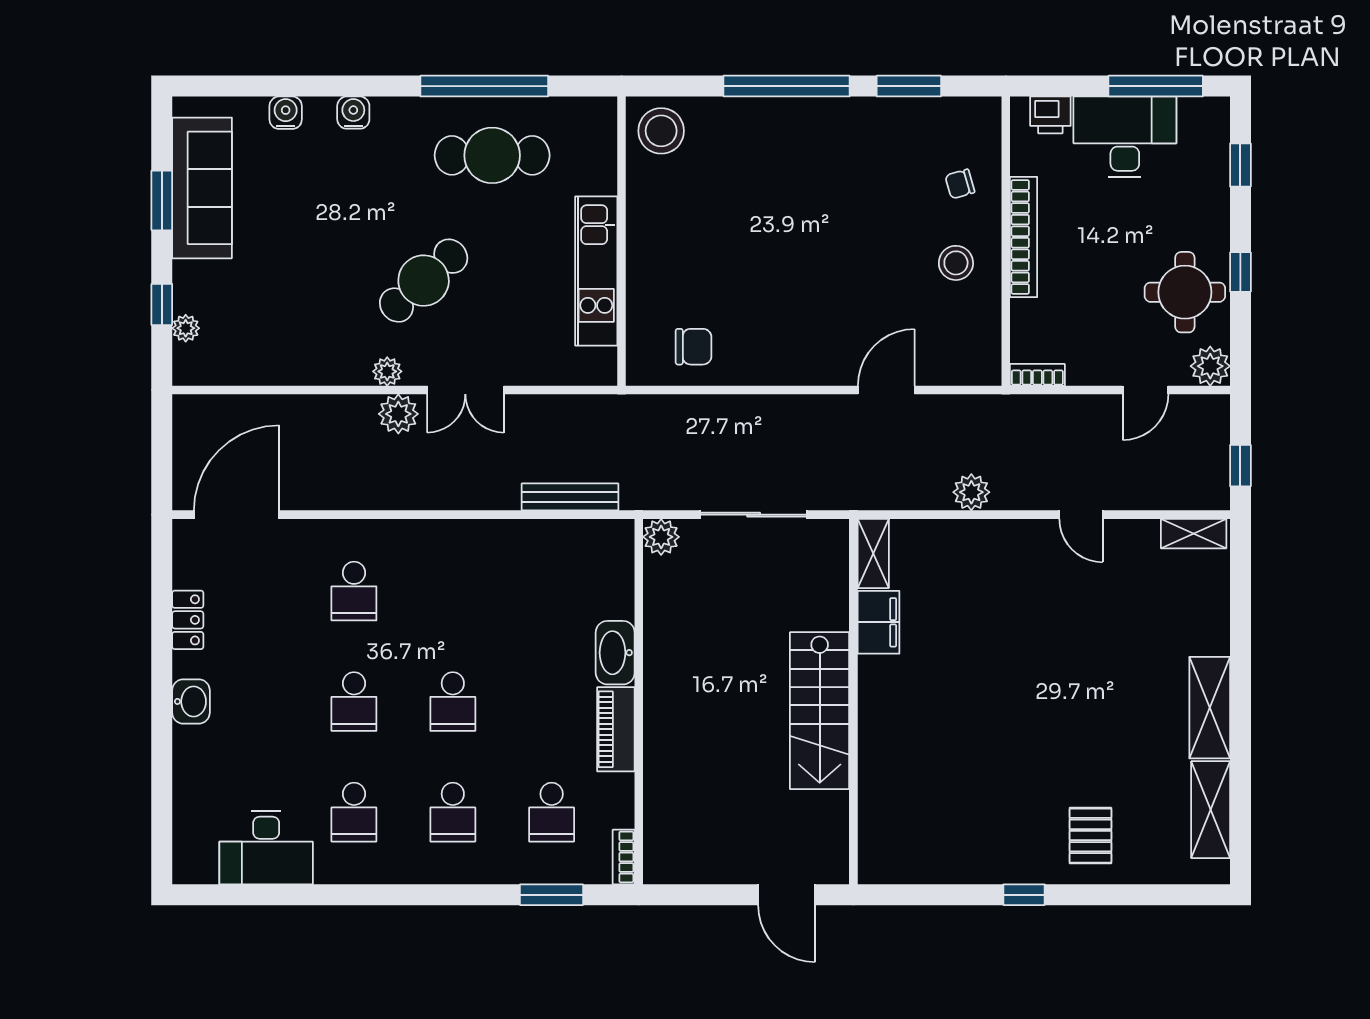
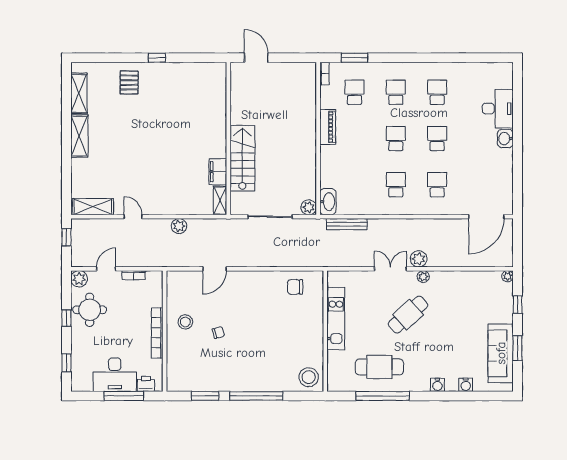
window: (1156, 86) -> (124, 396), moved
chair: (960, 184) -> (218, 333), moved
plant: (186, 328) -> (507, 276), moved
bookcase: (1037, 375) -> (133, 275), moved
shelving: (1194, 534) -> (93, 207), width x1.50, depth x1.33
school desk: (453, 591) -> (396, 185), added
locker: (188, 620) -> (507, 173), removed
washbasin: (615, 653) -> (328, 202), moved
stairs: (820, 711) -> (242, 158), moved
desk: (266, 848) -> (498, 109), moved, turned 90

